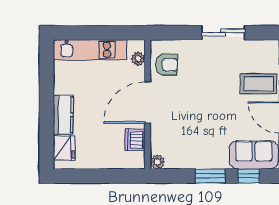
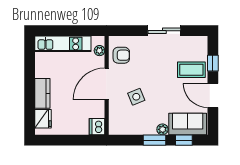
side table: (186, 119) -> (136, 97), added
dishwasher: (135, 140) -> (97, 127), moved
plant: (157, 162) -> (162, 129), moved

